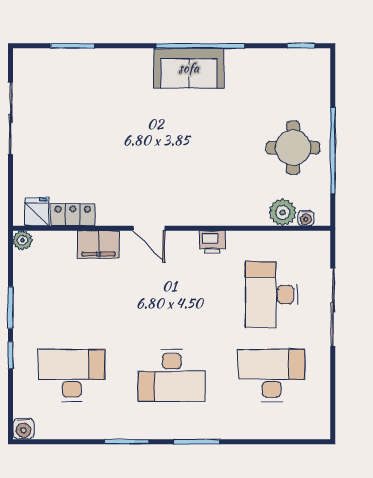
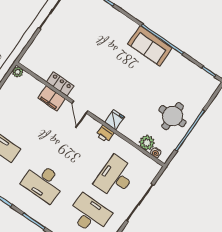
fridge: (37, 212) -> (115, 120), moved
locker: (73, 215) -> (60, 84), moved

